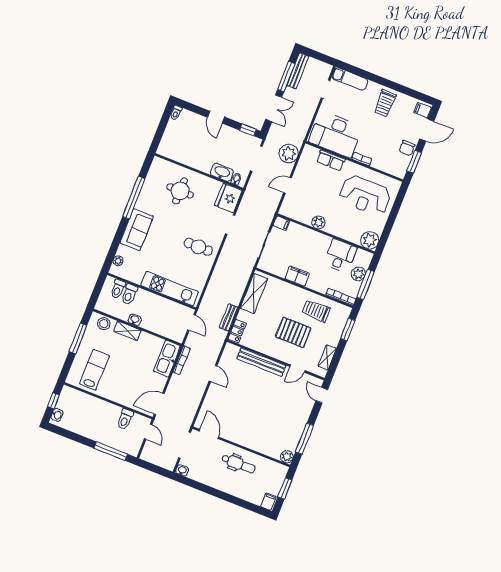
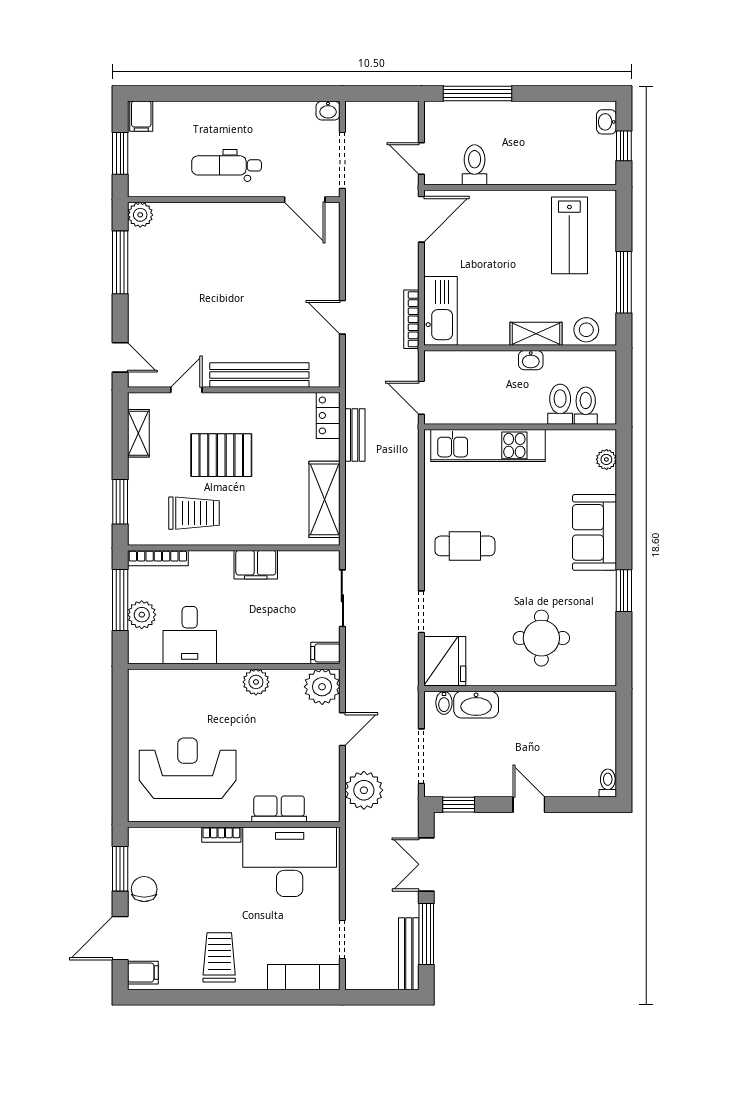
window: (134, 198) -> (624, 591), width x0.47
plant: (370, 240) -> (322, 687), moved

